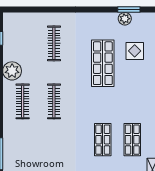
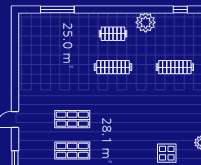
shop shelf: (103, 63) -> (154, 119), removed
clothes rail: (23, 101) -> (113, 34), width x0.73

